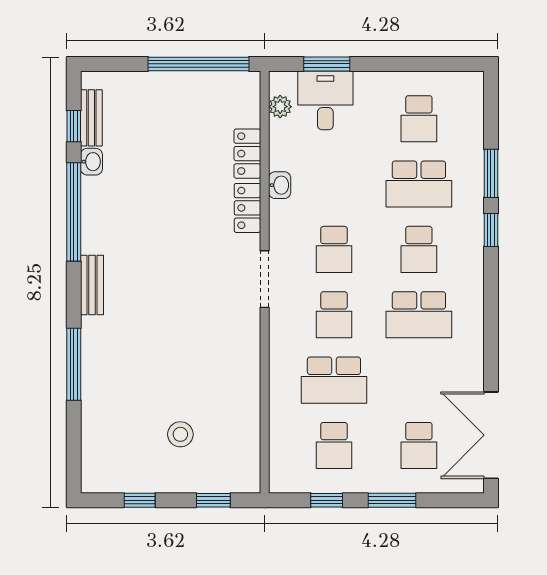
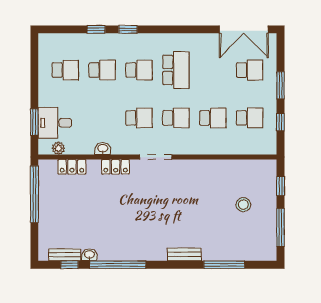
locker: (247, 154) -> (72, 167), moved
window: (491, 173) -> (96, 29), width x0.67
school desk: (419, 184) -> (102, 70), width x0.54
bench: (92, 285) -> (184, 254), moved
window: (74, 364) -> (224, 265), moved
school desk: (334, 380) -> (213, 118), width x0.54
window: (140, 500) -> (280, 228), width x2.17

